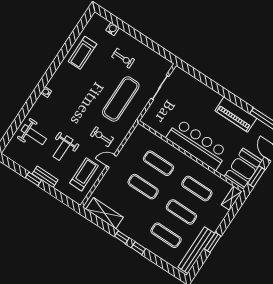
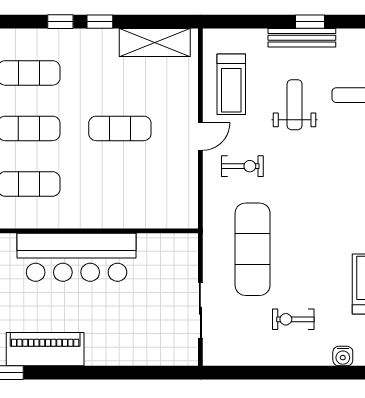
exercise mat: (159, 163) -> (120, 184), removed
bench: (45, 177) -> (302, 38), width x1.36

